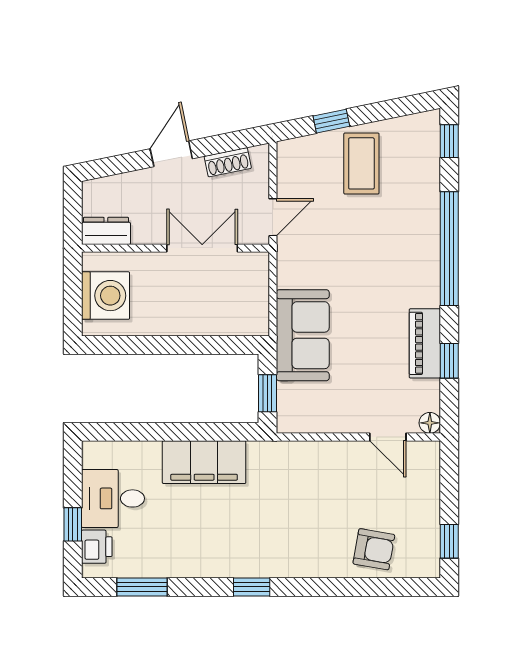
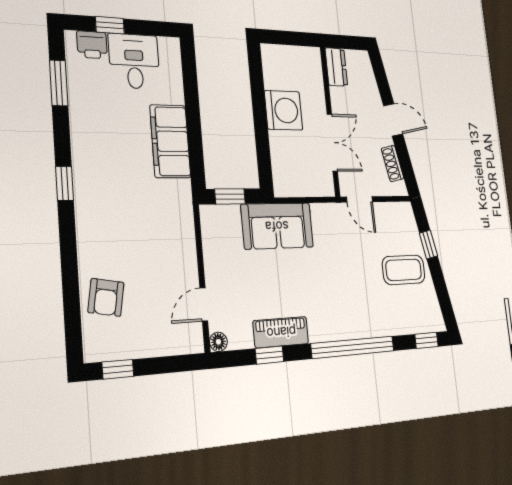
washing machine: (106, 296) -> (284, 110), moved, turned -90

